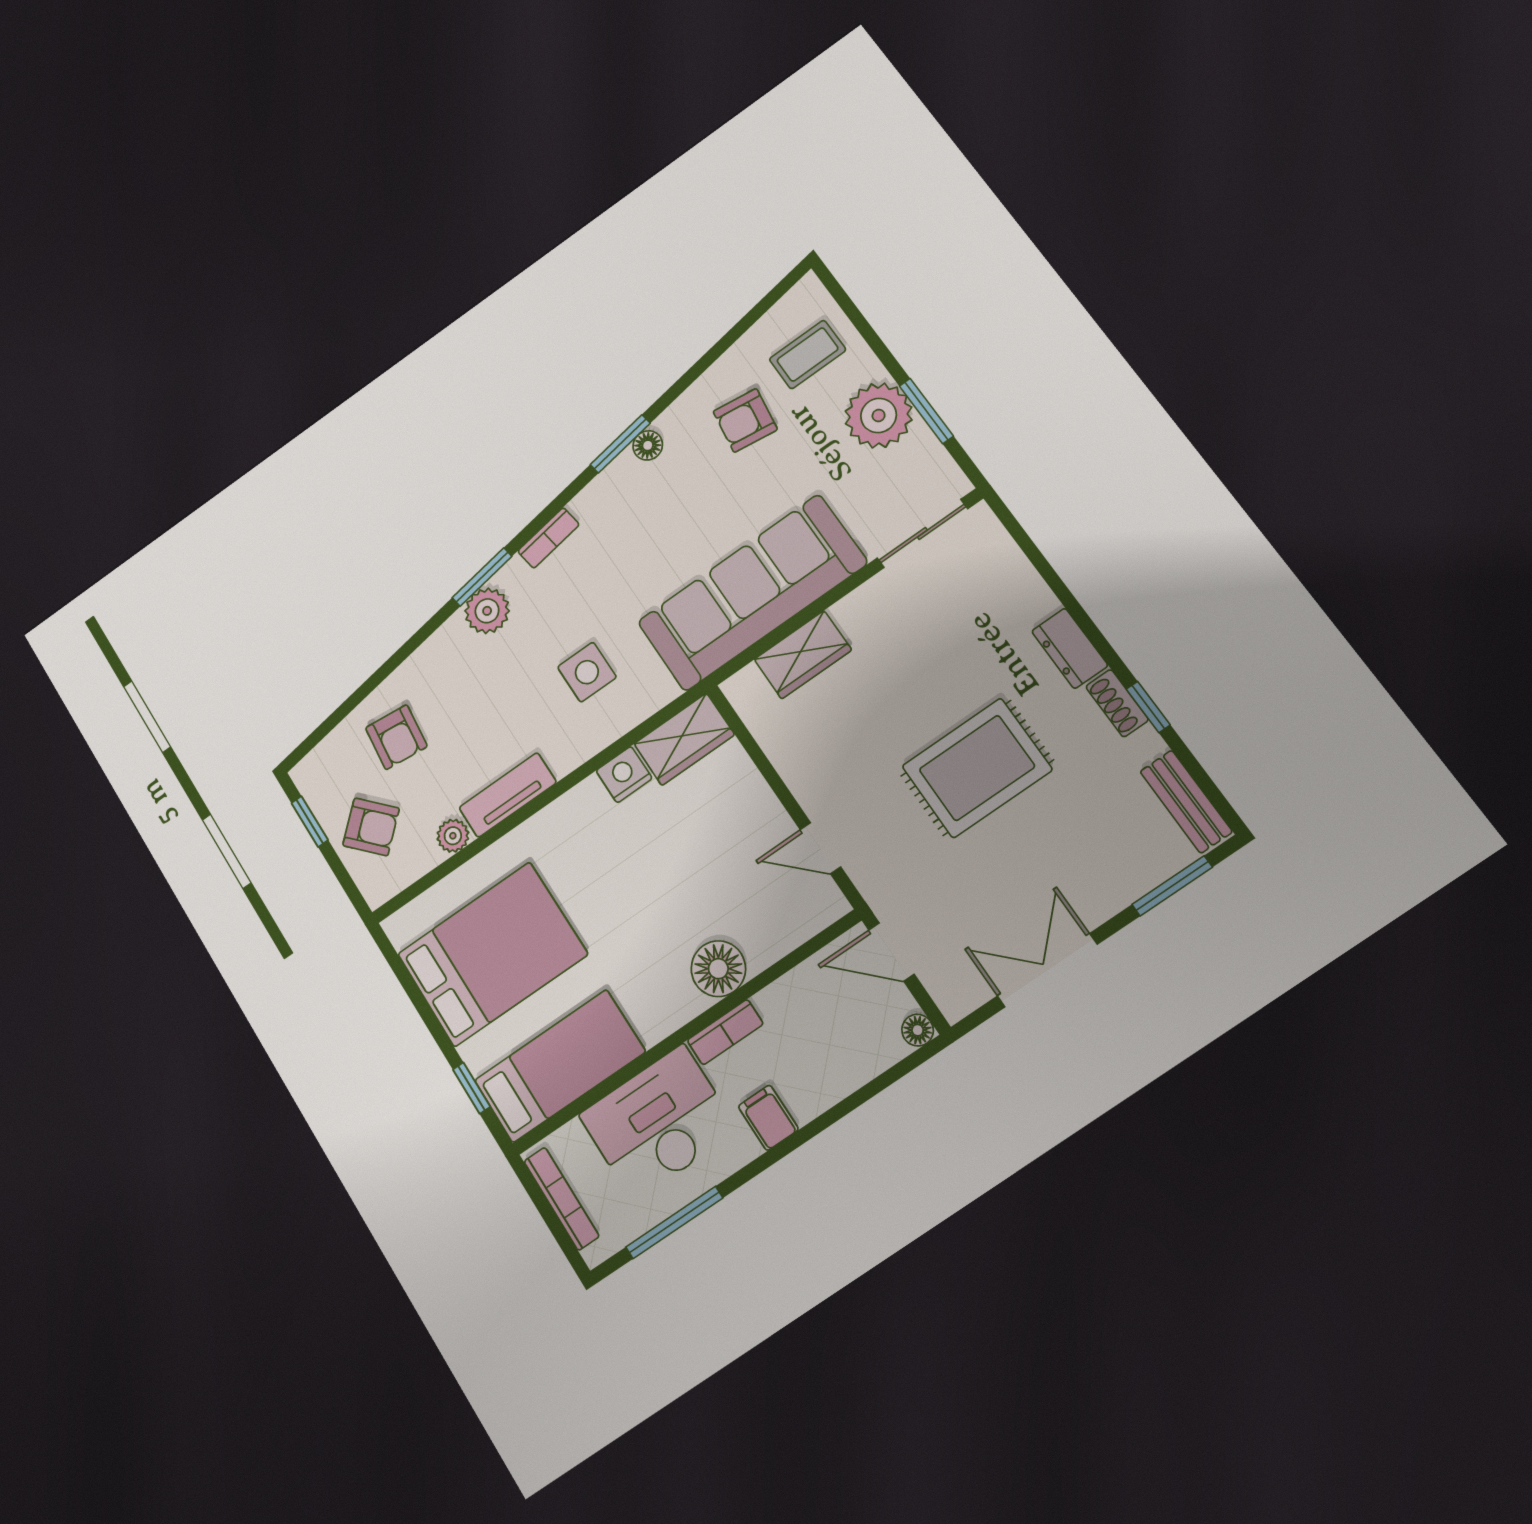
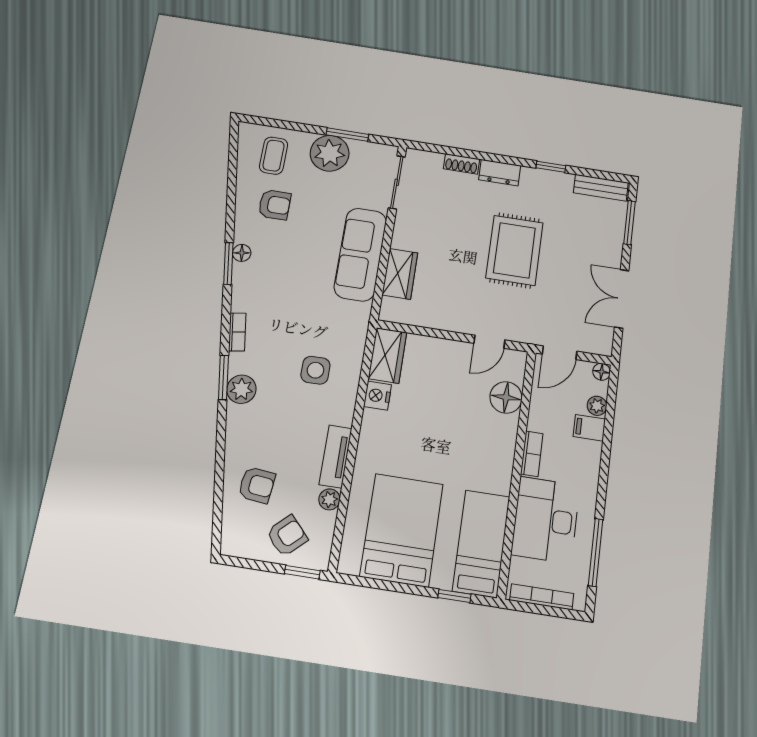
armchair: (745, 420) -> (275, 205), turned -98
sofa: (752, 593) -> (360, 254), width x0.74, depth x0.79
shoe rack: (1117, 703) -> (461, 164), moved
window: (310, 822) -> (302, 572), moved
floor lamp: (718, 969) -> (506, 397), moved
plant: (865, 1063) -> (597, 406), added
filing cabinet: (768, 1118) -> (589, 428), moved

